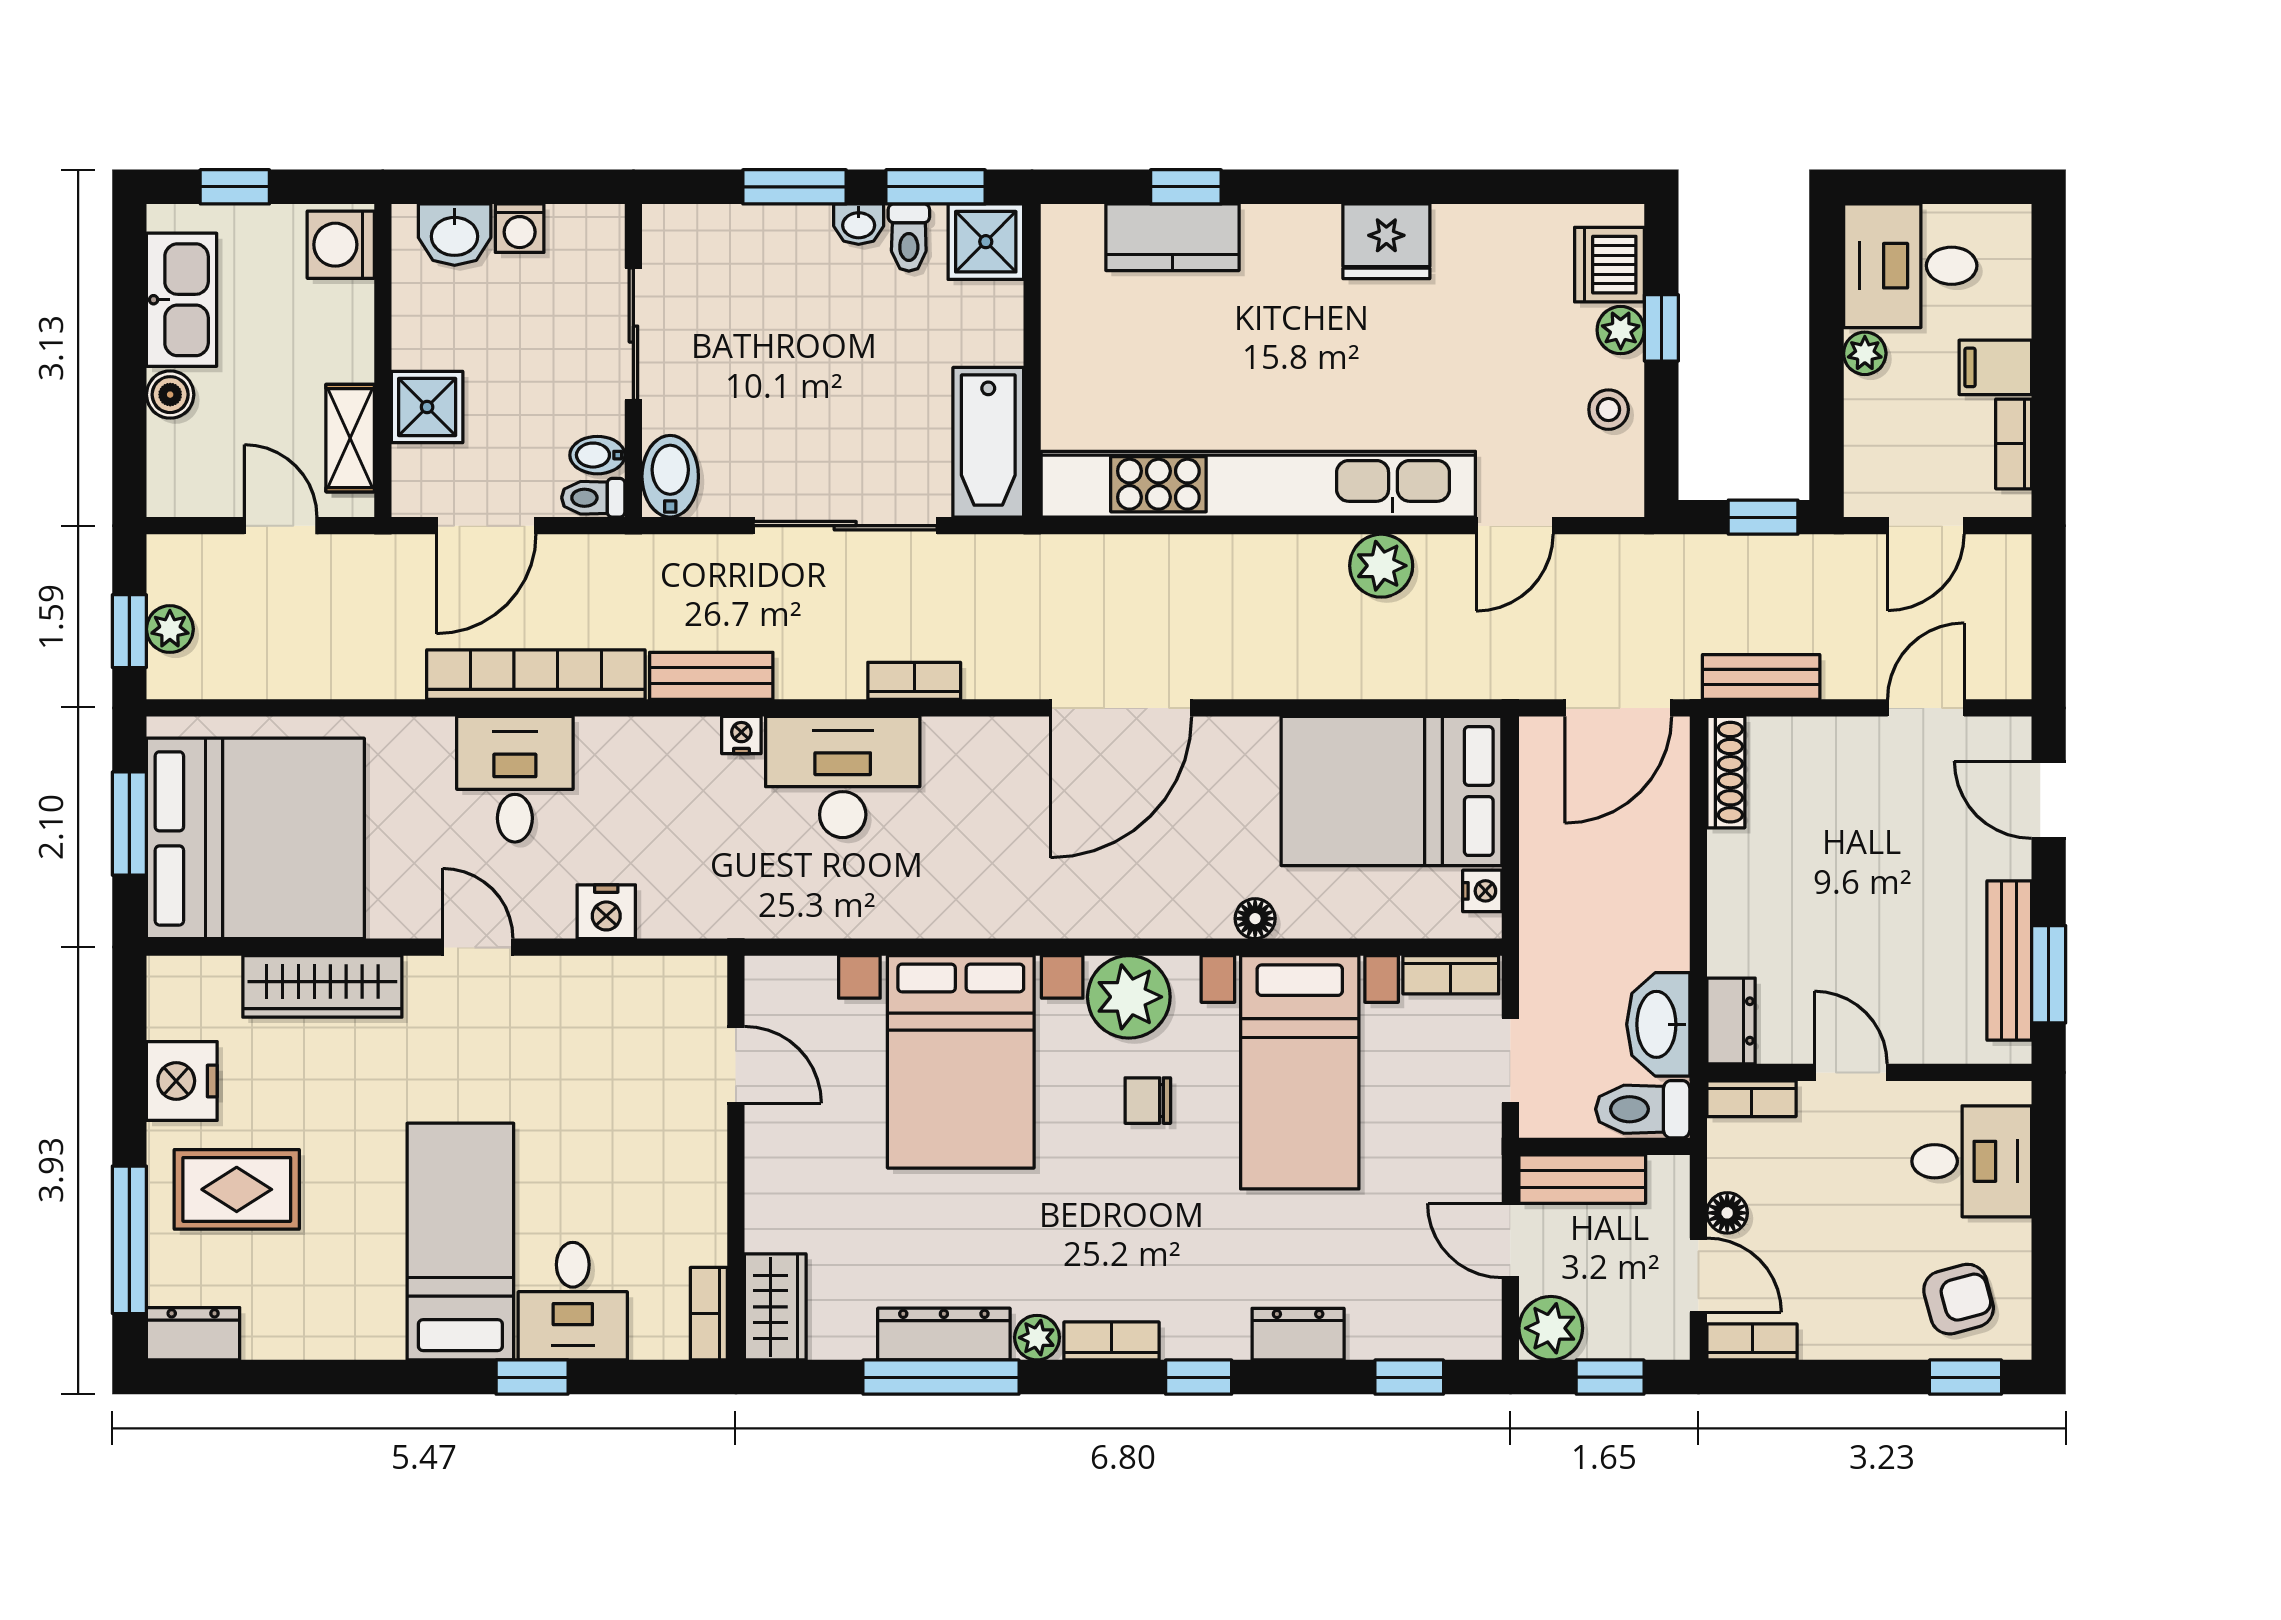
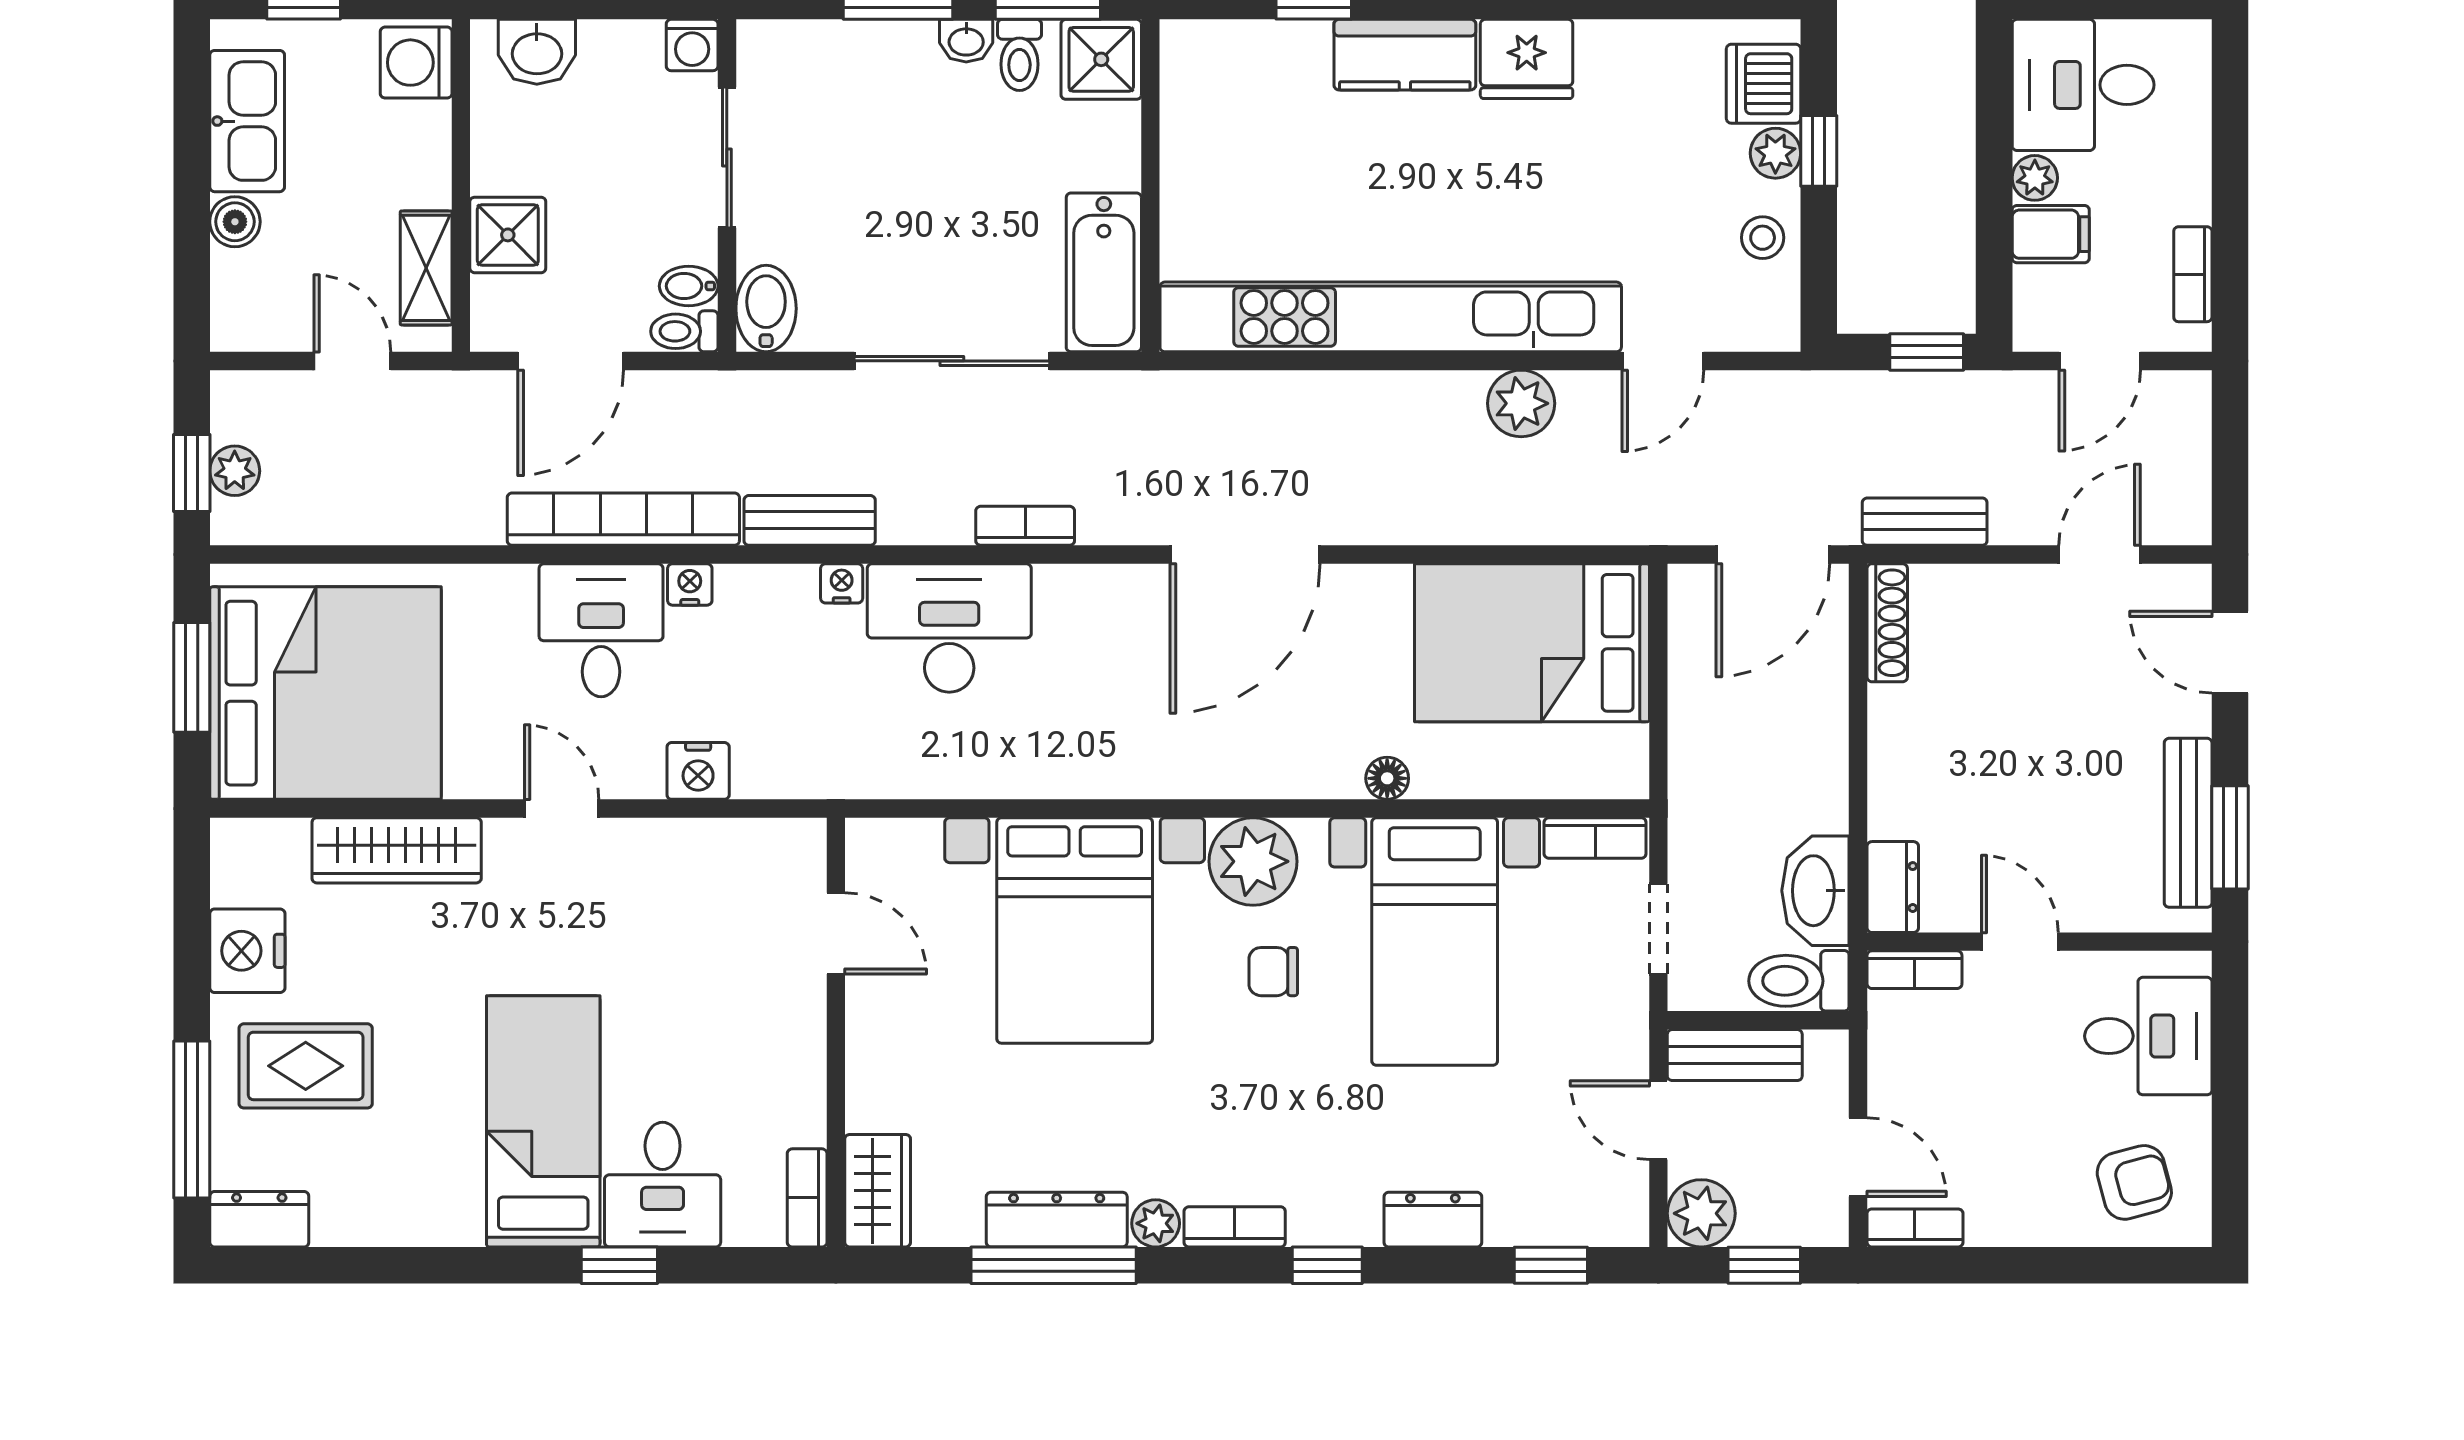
washing machine: (520, 228) -> (692, 45), moved
kitchen counter: (1172, 237) -> (1405, 55), moved
filing cabinet: (1995, 367) -> (2051, 234), moved, turned 180
nightstand: (1482, 891) -> (690, 584), moved, turned -90
floor lamp: (1727, 1213) -> (1889, 1091), removed
window: (1966, 1377) -> (2142, 1265), removed

